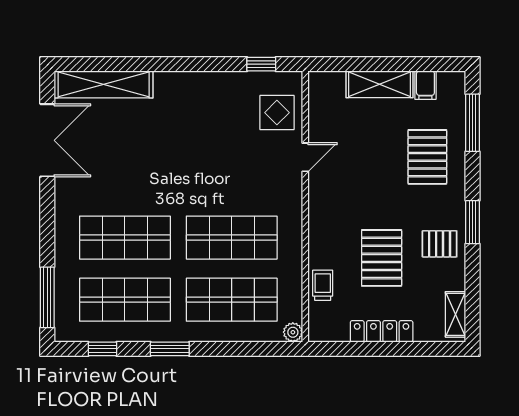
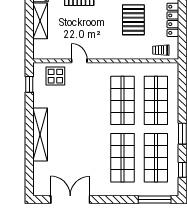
shelving: (104, 84) -> (40, 135), moved
pallet: (382, 258) -> (133, 20), turned 90
trolley: (323, 285) -> (161, 50), moved
plant: (293, 332) -> (173, 67), removed

